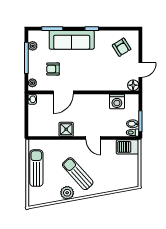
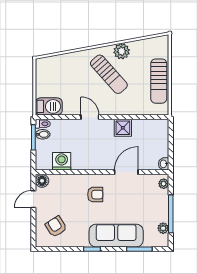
armchair: (53, 69) -> (95, 195), moved

